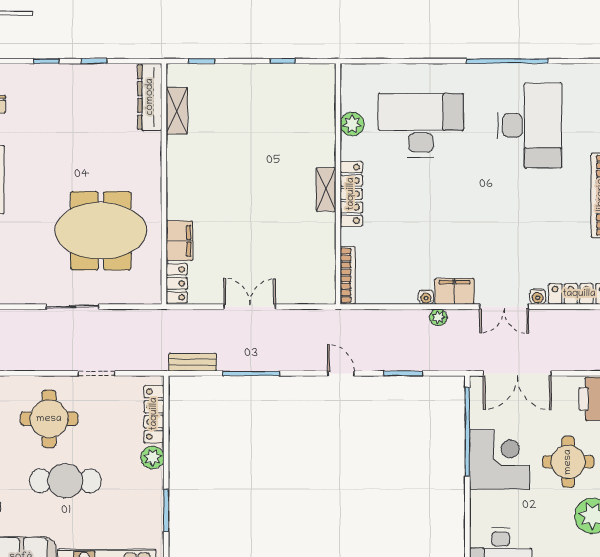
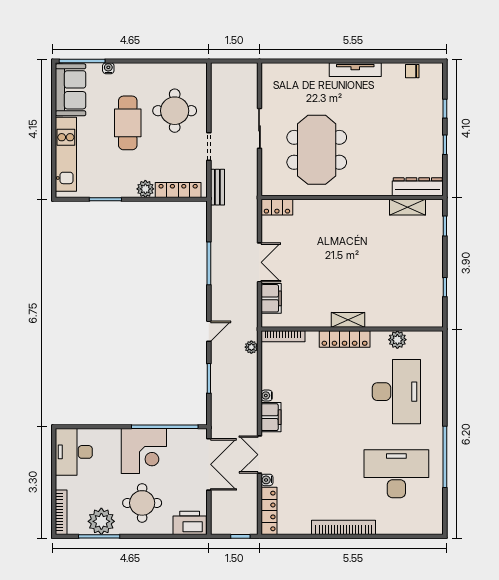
desk: (530, 125) -> (396, 474), turned 180
filing cabinet: (179, 241) -> (271, 298), moved, turned -90
plant: (438, 317) -> (251, 347), moved
bench: (192, 362) -> (217, 187), moved
double door: (517, 373) -> (209, 464), swing flipped

